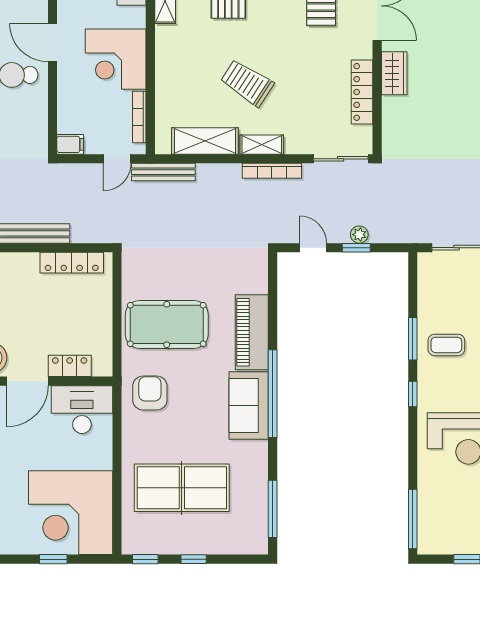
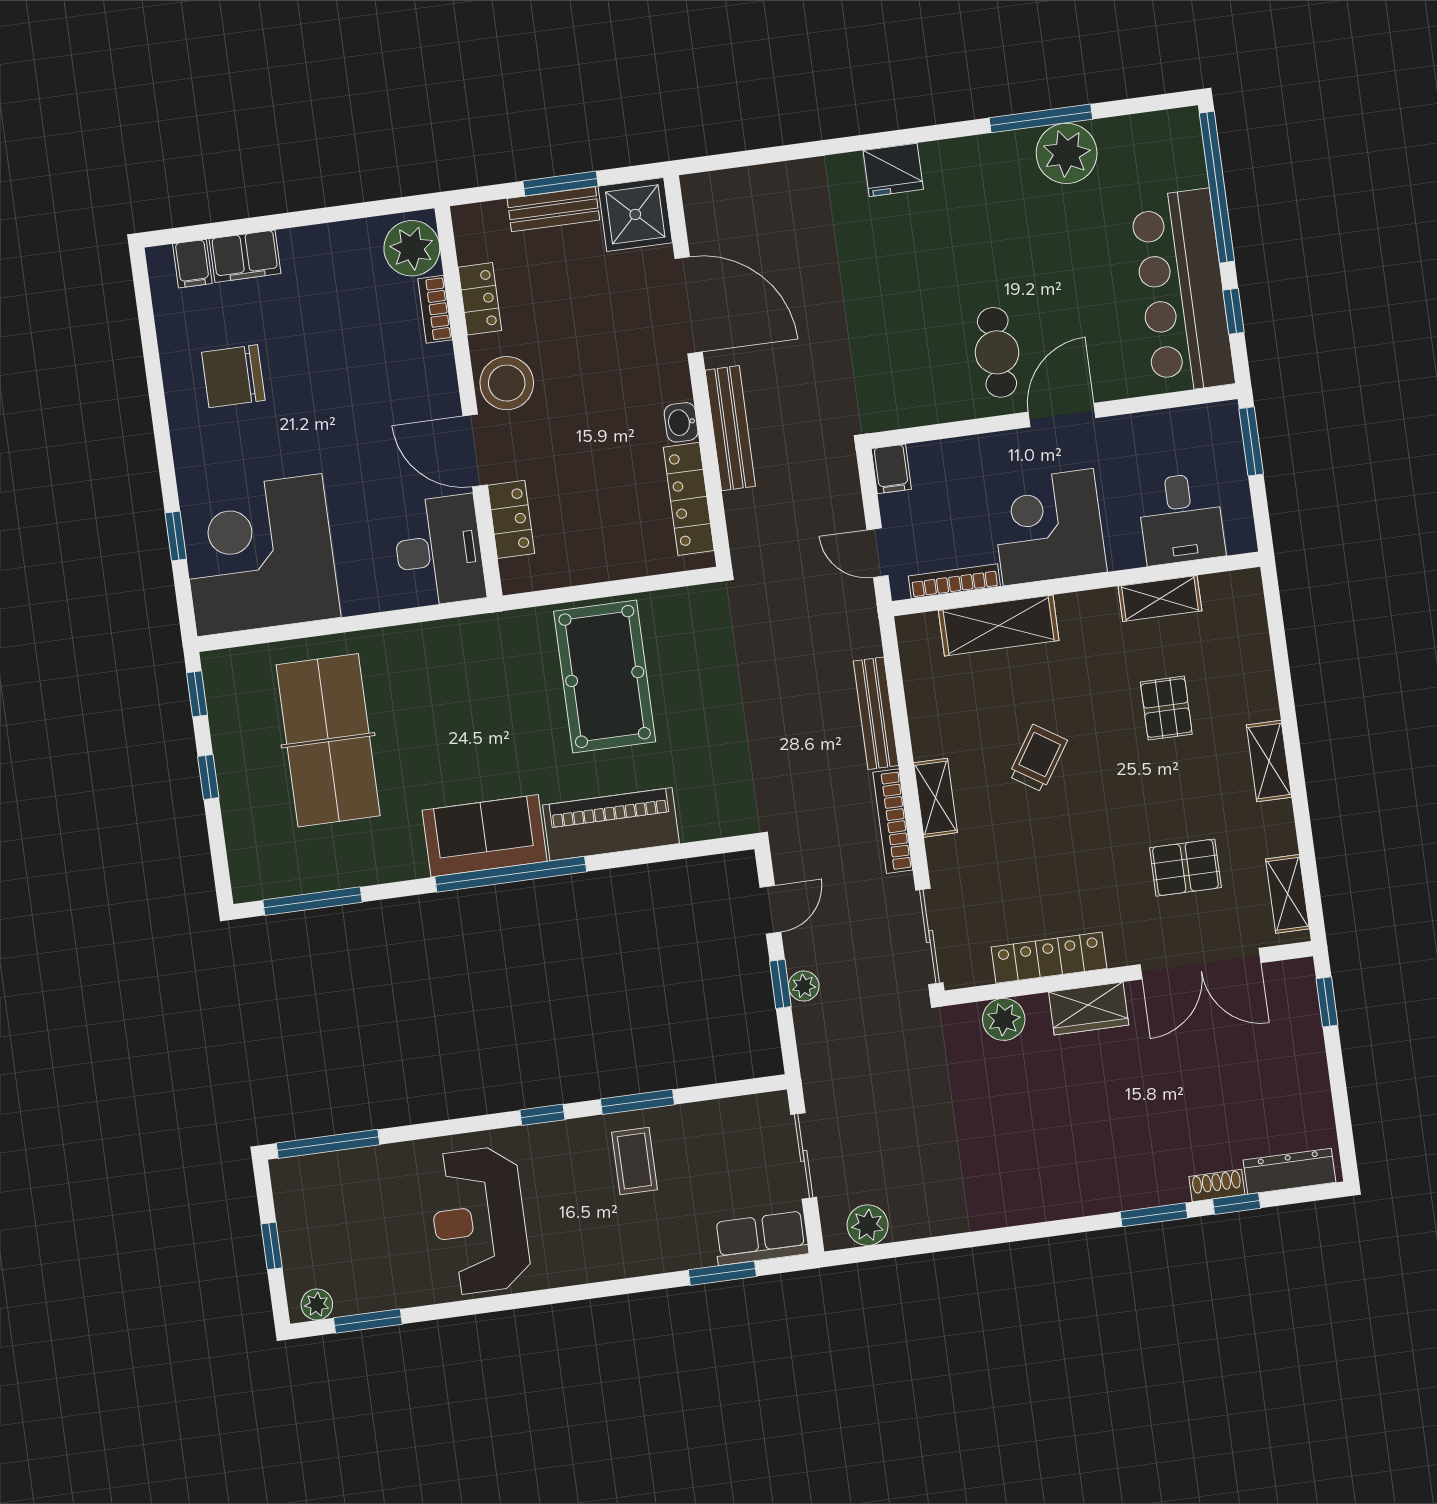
trolley: (247, 83) -> (1038, 758), width x0.73, depth x0.72
plant: (394, 123) -> (1004, 1019), added
shelving: (205, 141) -> (999, 626), moved, turned 90
bench: (163, 172) -> (876, 713), moved
washbasin: (27, 261) -> (681, 422), added
armchair: (150, 393) -> (483, 663), removed

